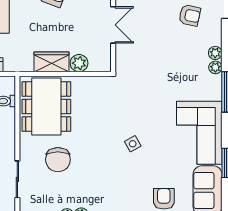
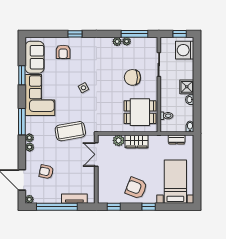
double door: (113, 25) -> (96, 154), moved
coffee table: (153, 77) -> (70, 131), added
dining table: (46, 107) -> (140, 112), width x0.73
chair: (58, 160) -> (132, 77), turned -90

